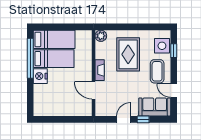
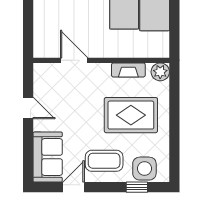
fireplace: (100, 70) -> (128, 70), moved
door: (94, 90) -> (74, 60), hinge flipped
window: (143, 119) -> (28, 139), removed

